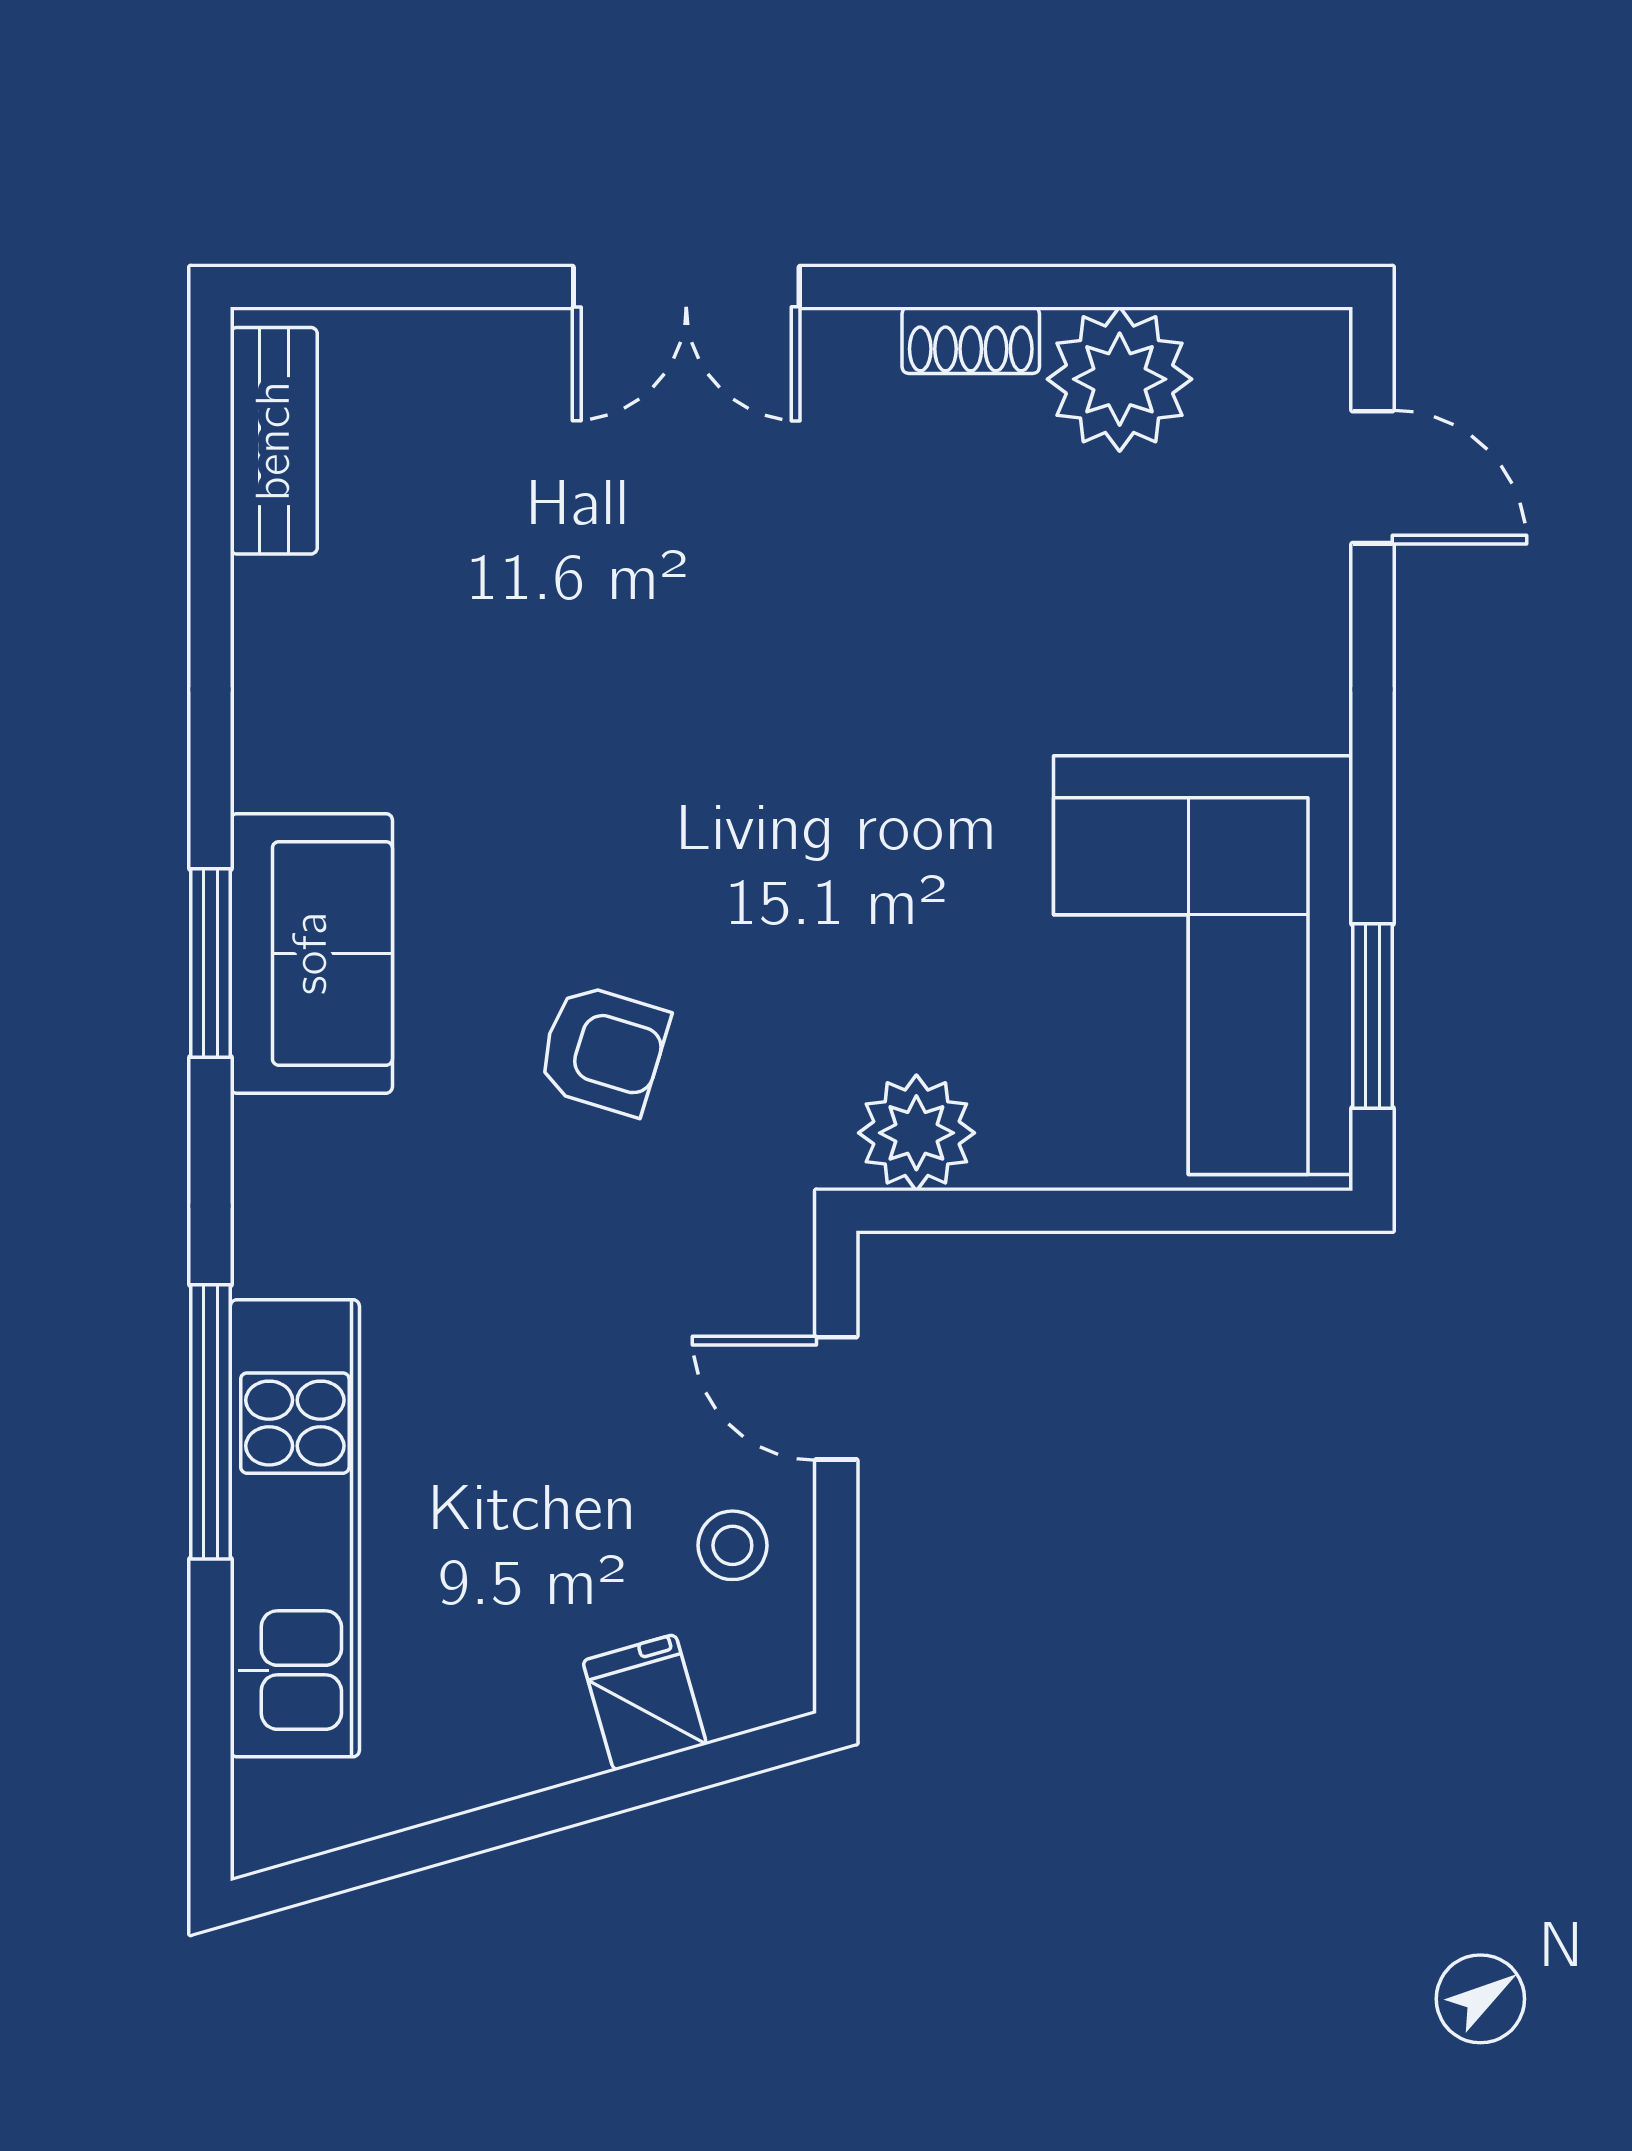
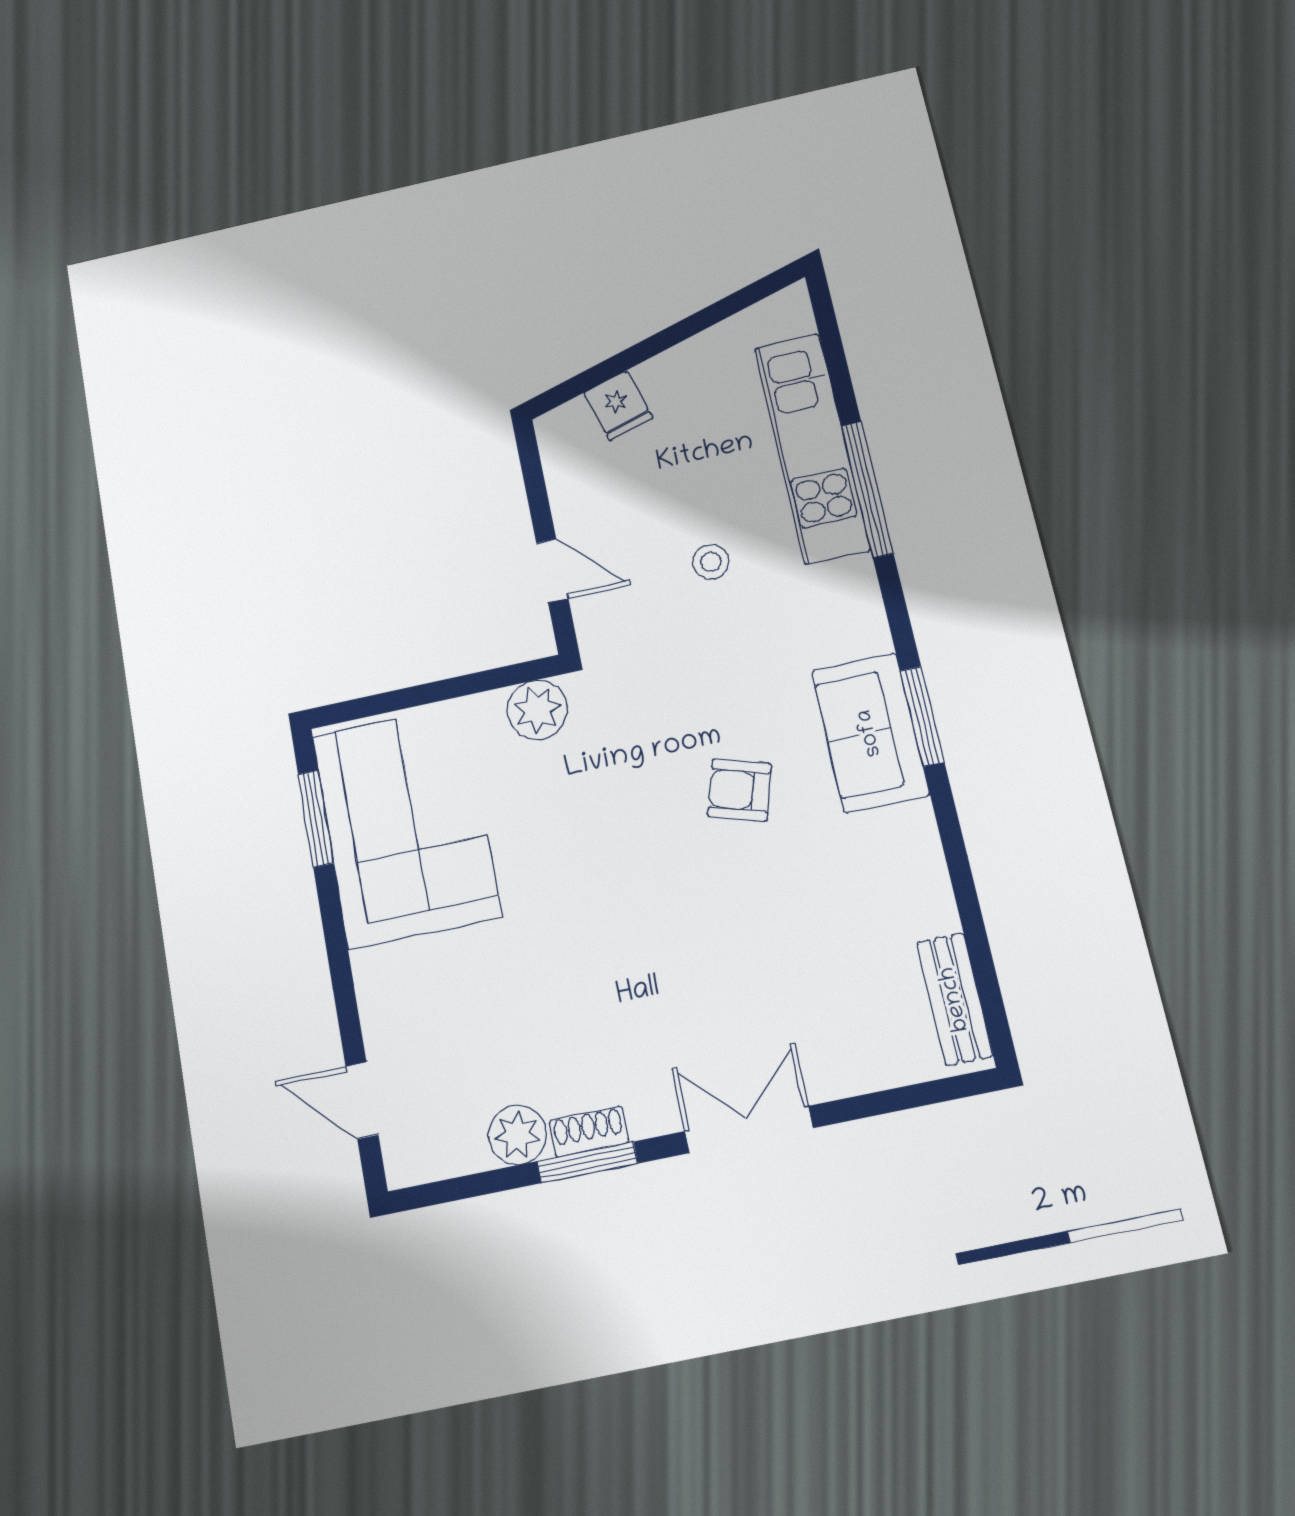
window: (984, 287) -> (587, 1162), added
plant: (1120, 379) -> (517, 1135), width x0.73, depth x0.73
armchair: (603, 1050) -> (740, 790), moved
stool: (732, 1545) -> (711, 562), moved

